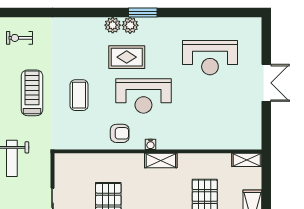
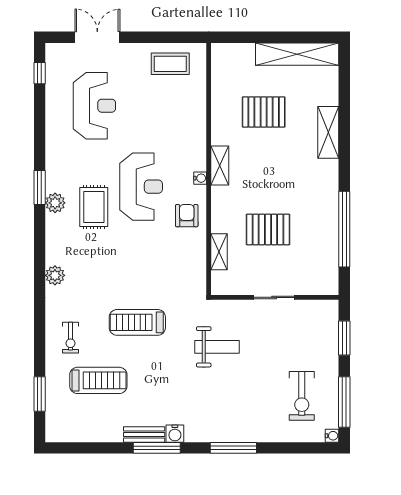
window: (237, 13) -> (40, 73), added
plant: (113, 25) -> (55, 275), moved
double door: (266, 83) -> (97, 37), moved
coffee table: (79, 95) -> (170, 64), moved
shelving: (247, 160) -> (219, 252), moved

